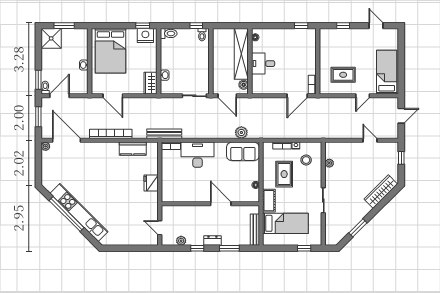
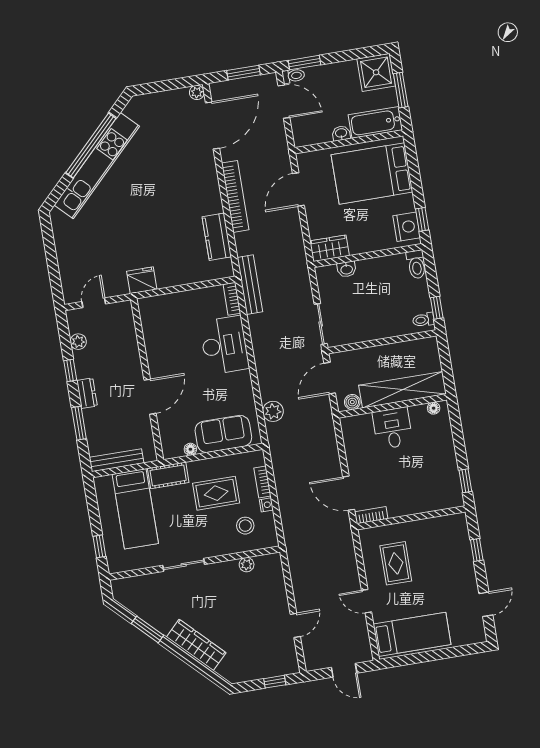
bathtub: (81, 44) -> (375, 122), added
sofa: (243, 151) -> (223, 434), moved, turned 90
fridge: (151, 183) -> (142, 280), moved
wardrobe: (381, 192) -> (196, 645), moved

